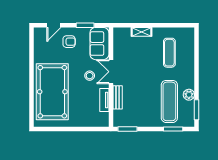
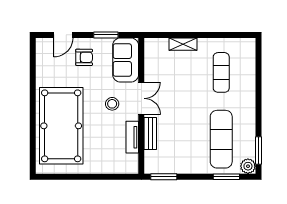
double door: (111, 72) -> (141, 98), swing flipped
plant: (189, 95) -> (248, 166), moved

